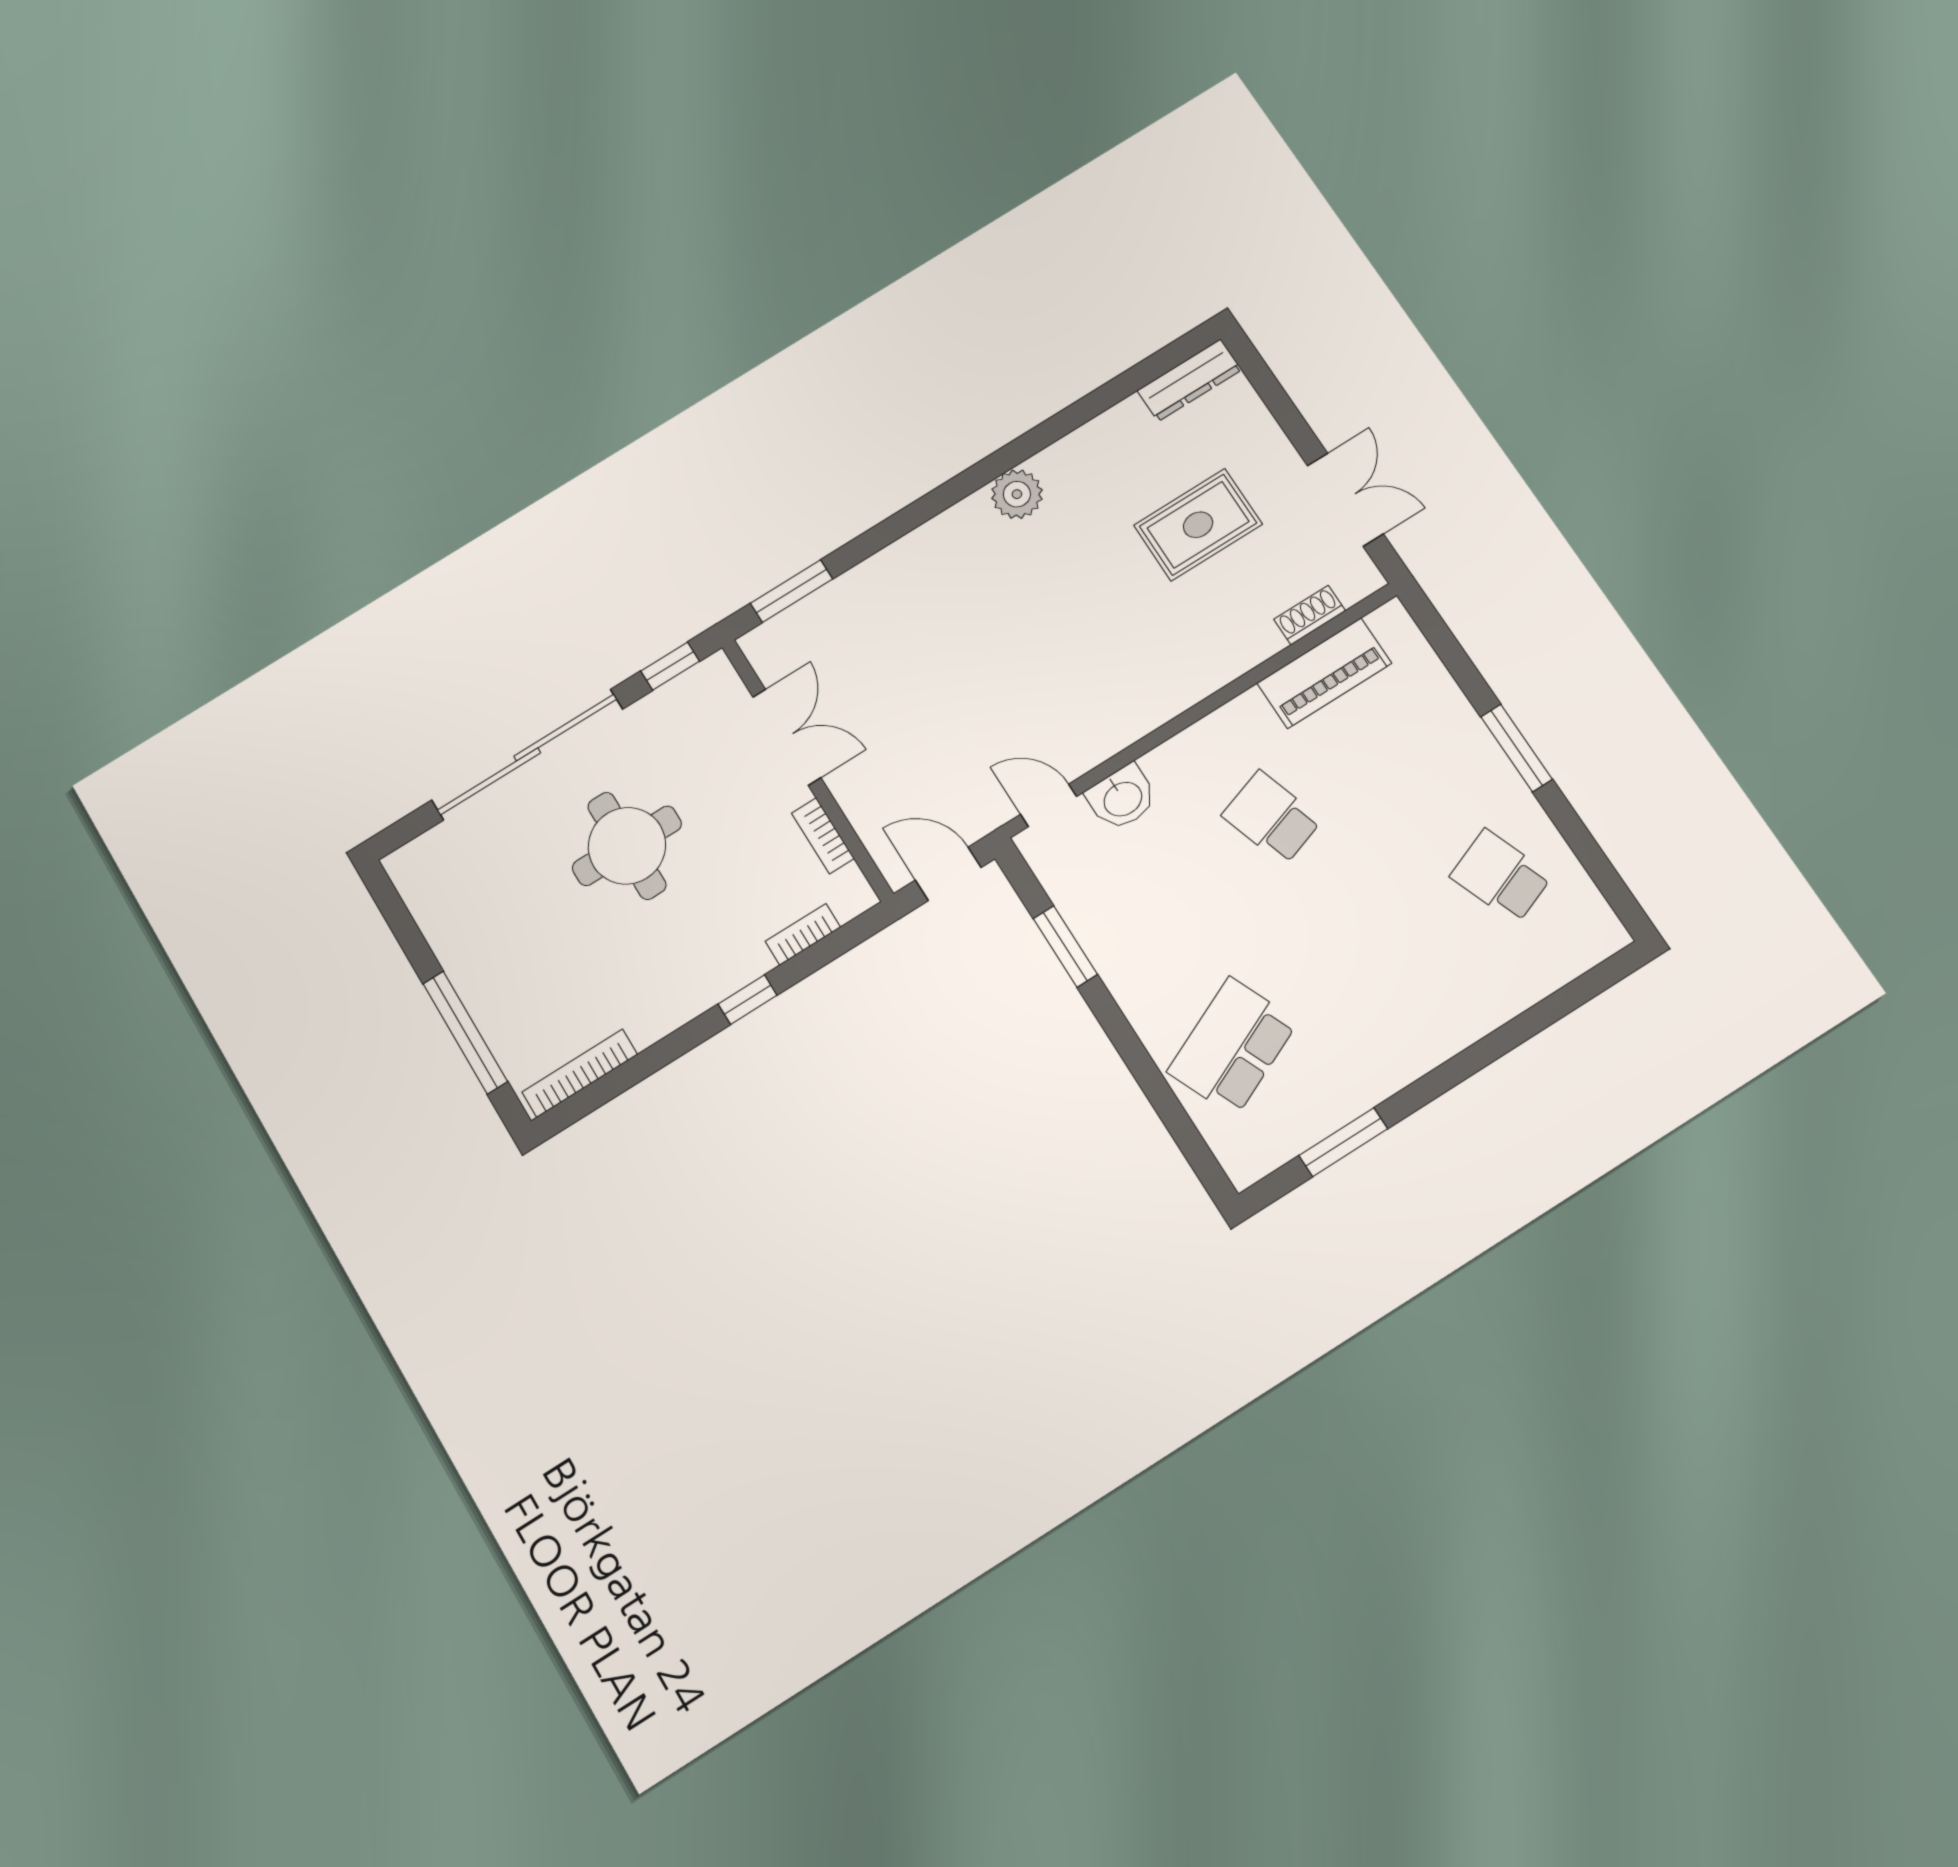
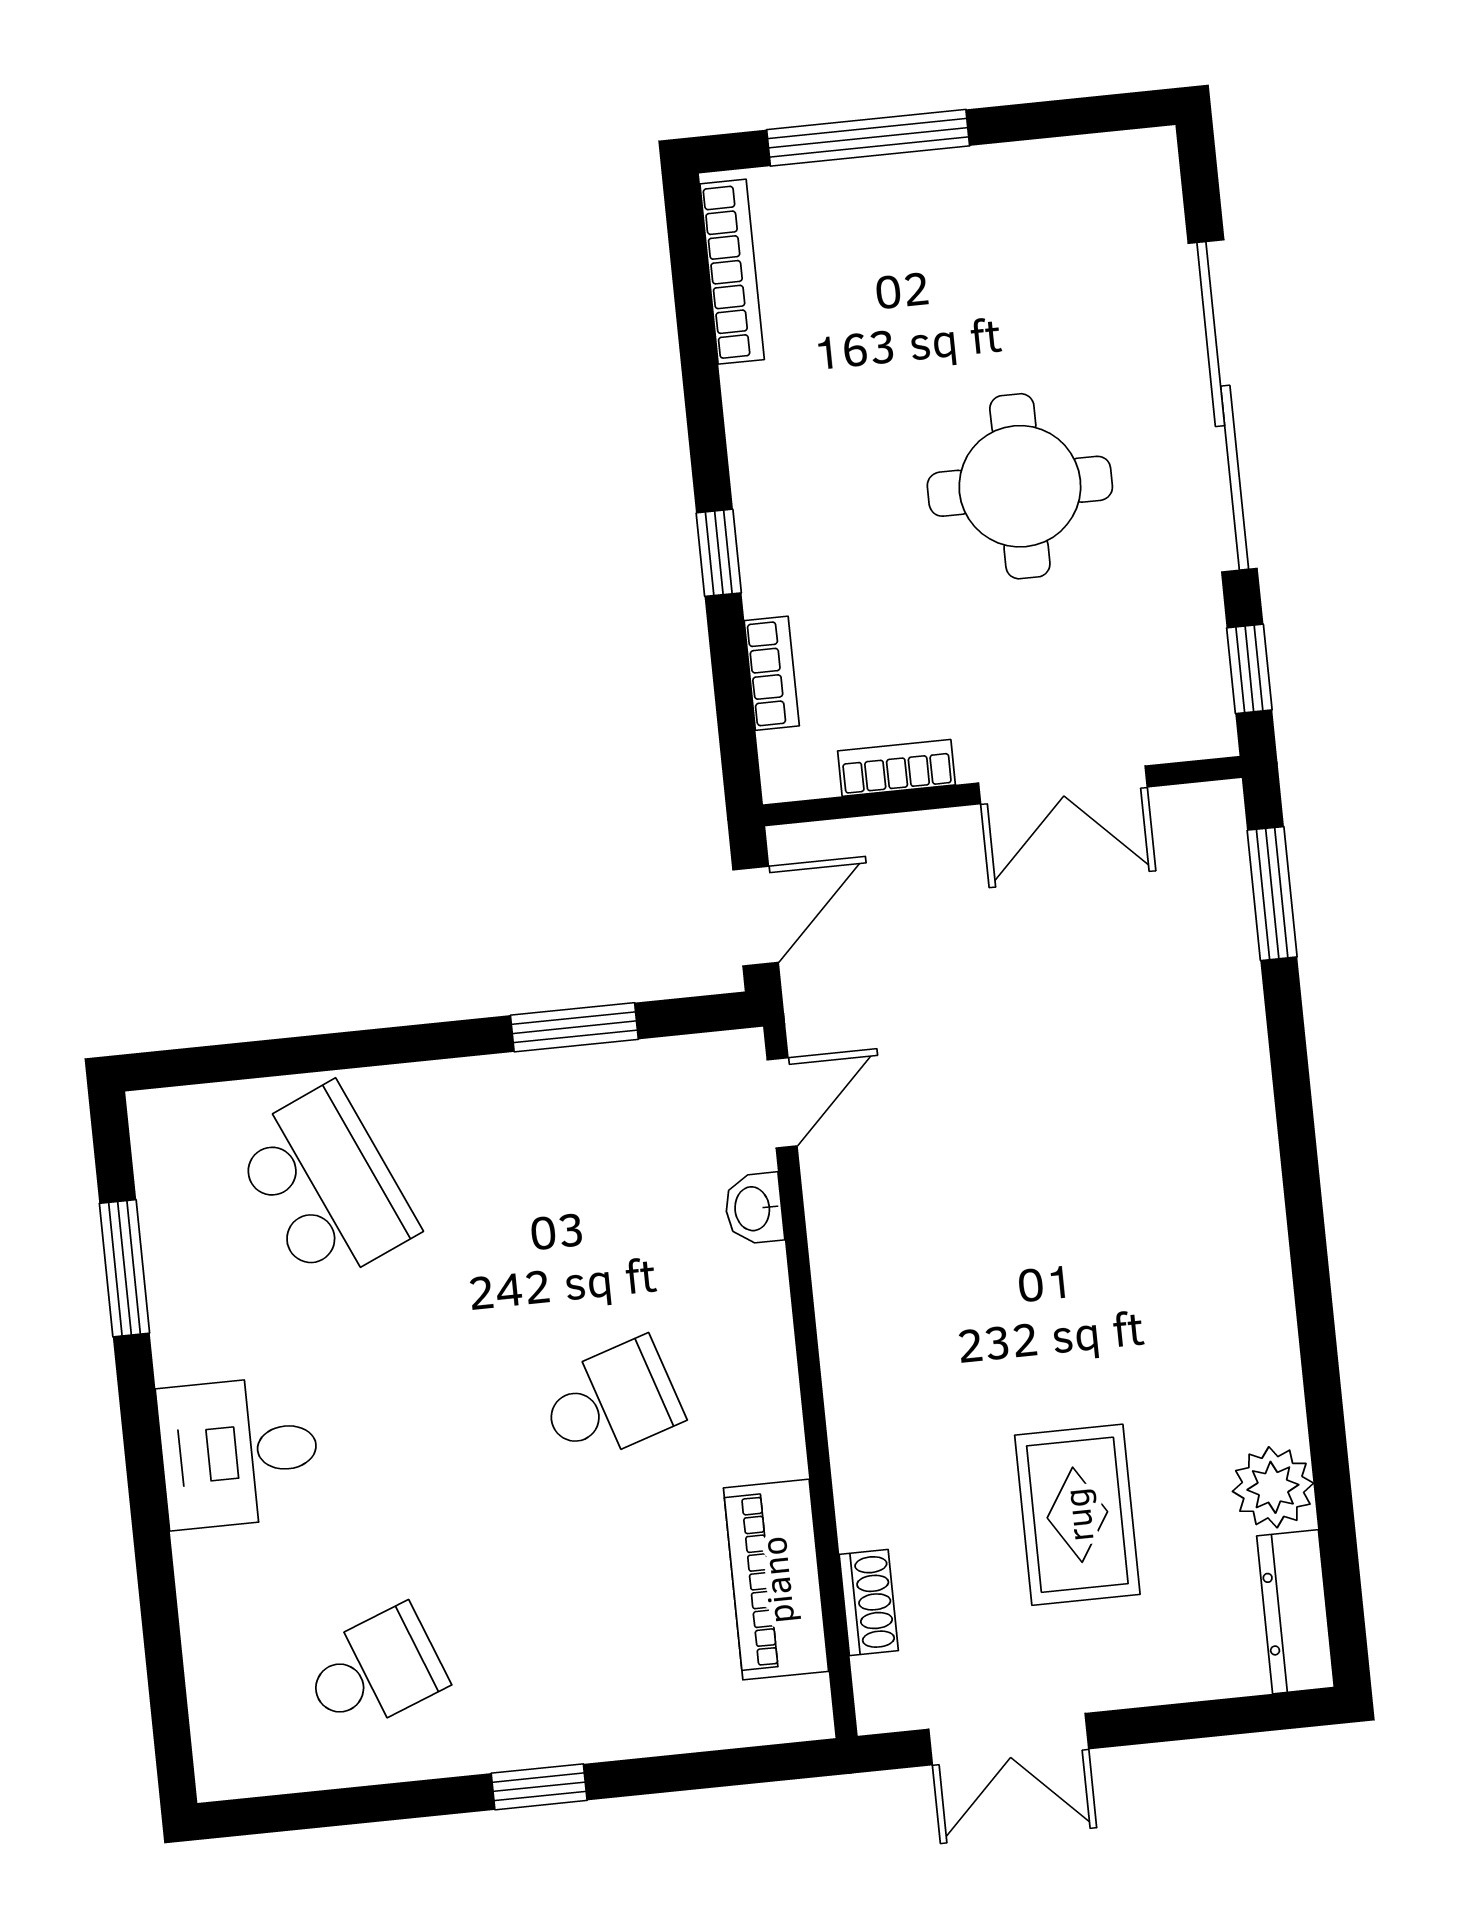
plant: (1017, 494) -> (1273, 1487), moved
window: (1516, 748) -> (539, 1787), width x0.67
washbasin: (1122, 798) -> (754, 1209), width x0.72, depth x0.69
desk: (1416, 1019) -> (239, 1452), added

